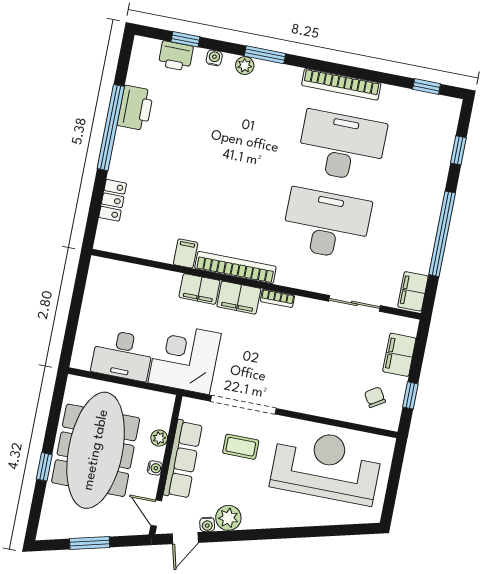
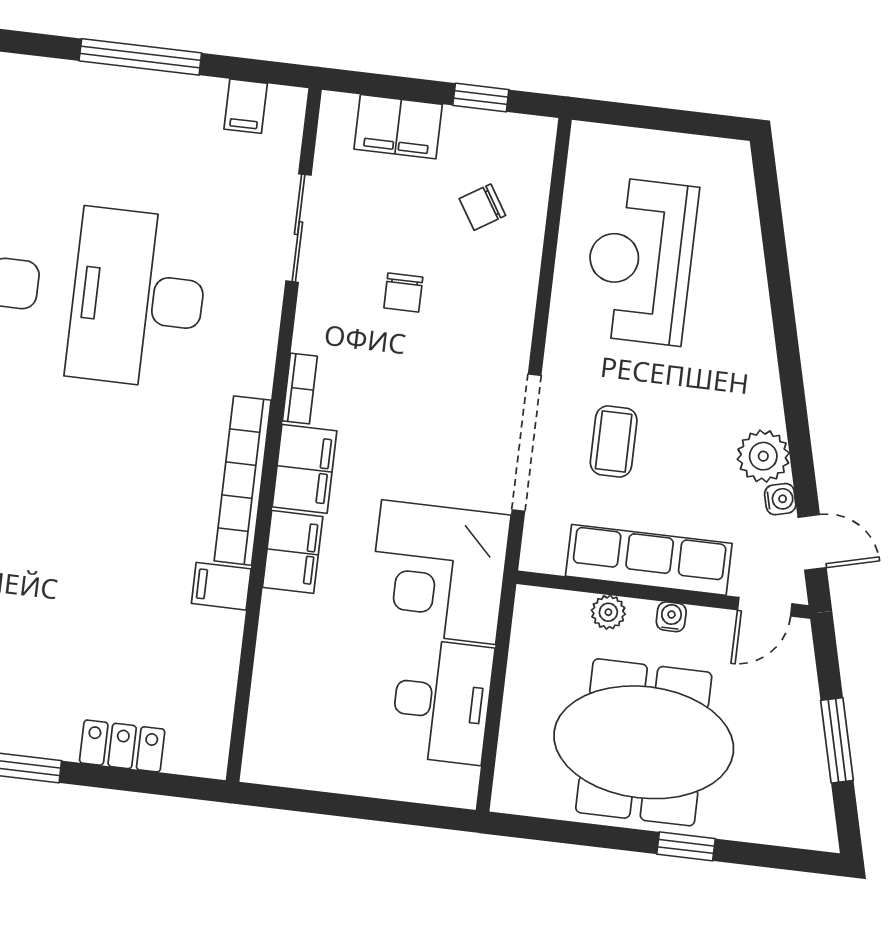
window: (442, 234) -> (140, 57), width x0.68
filing cabinet: (413, 291) -> (246, 106), width x0.50
chair: (320, 351) -> (403, 293), added
chair: (375, 397) -> (482, 207), moved
meeting table: (96, 450) -> (644, 742), width x0.73
reception desk: (326, 466) -> (640, 261), width x0.74, depth x0.77

